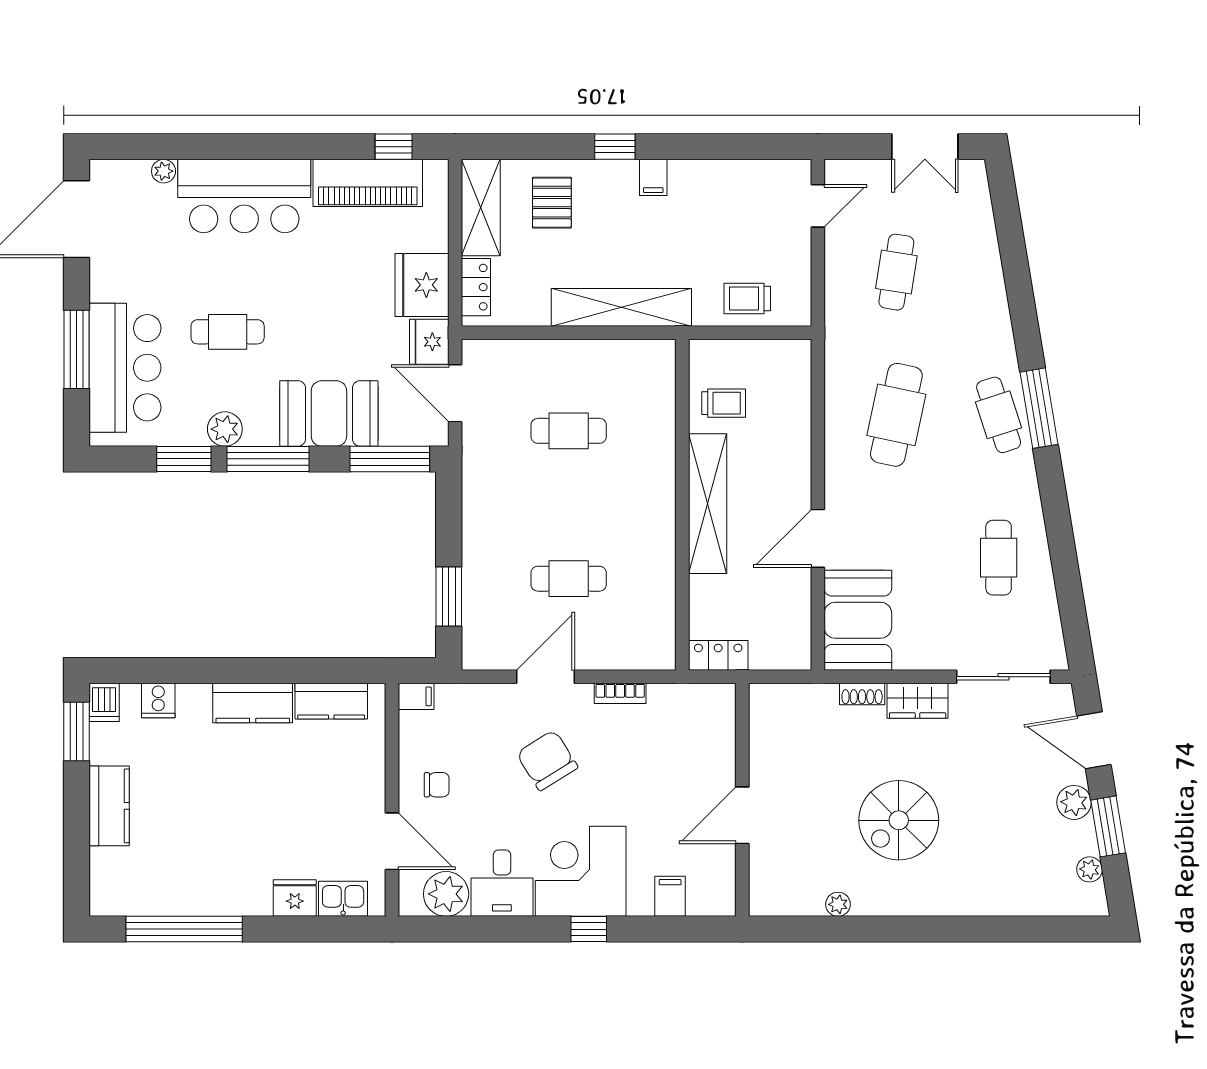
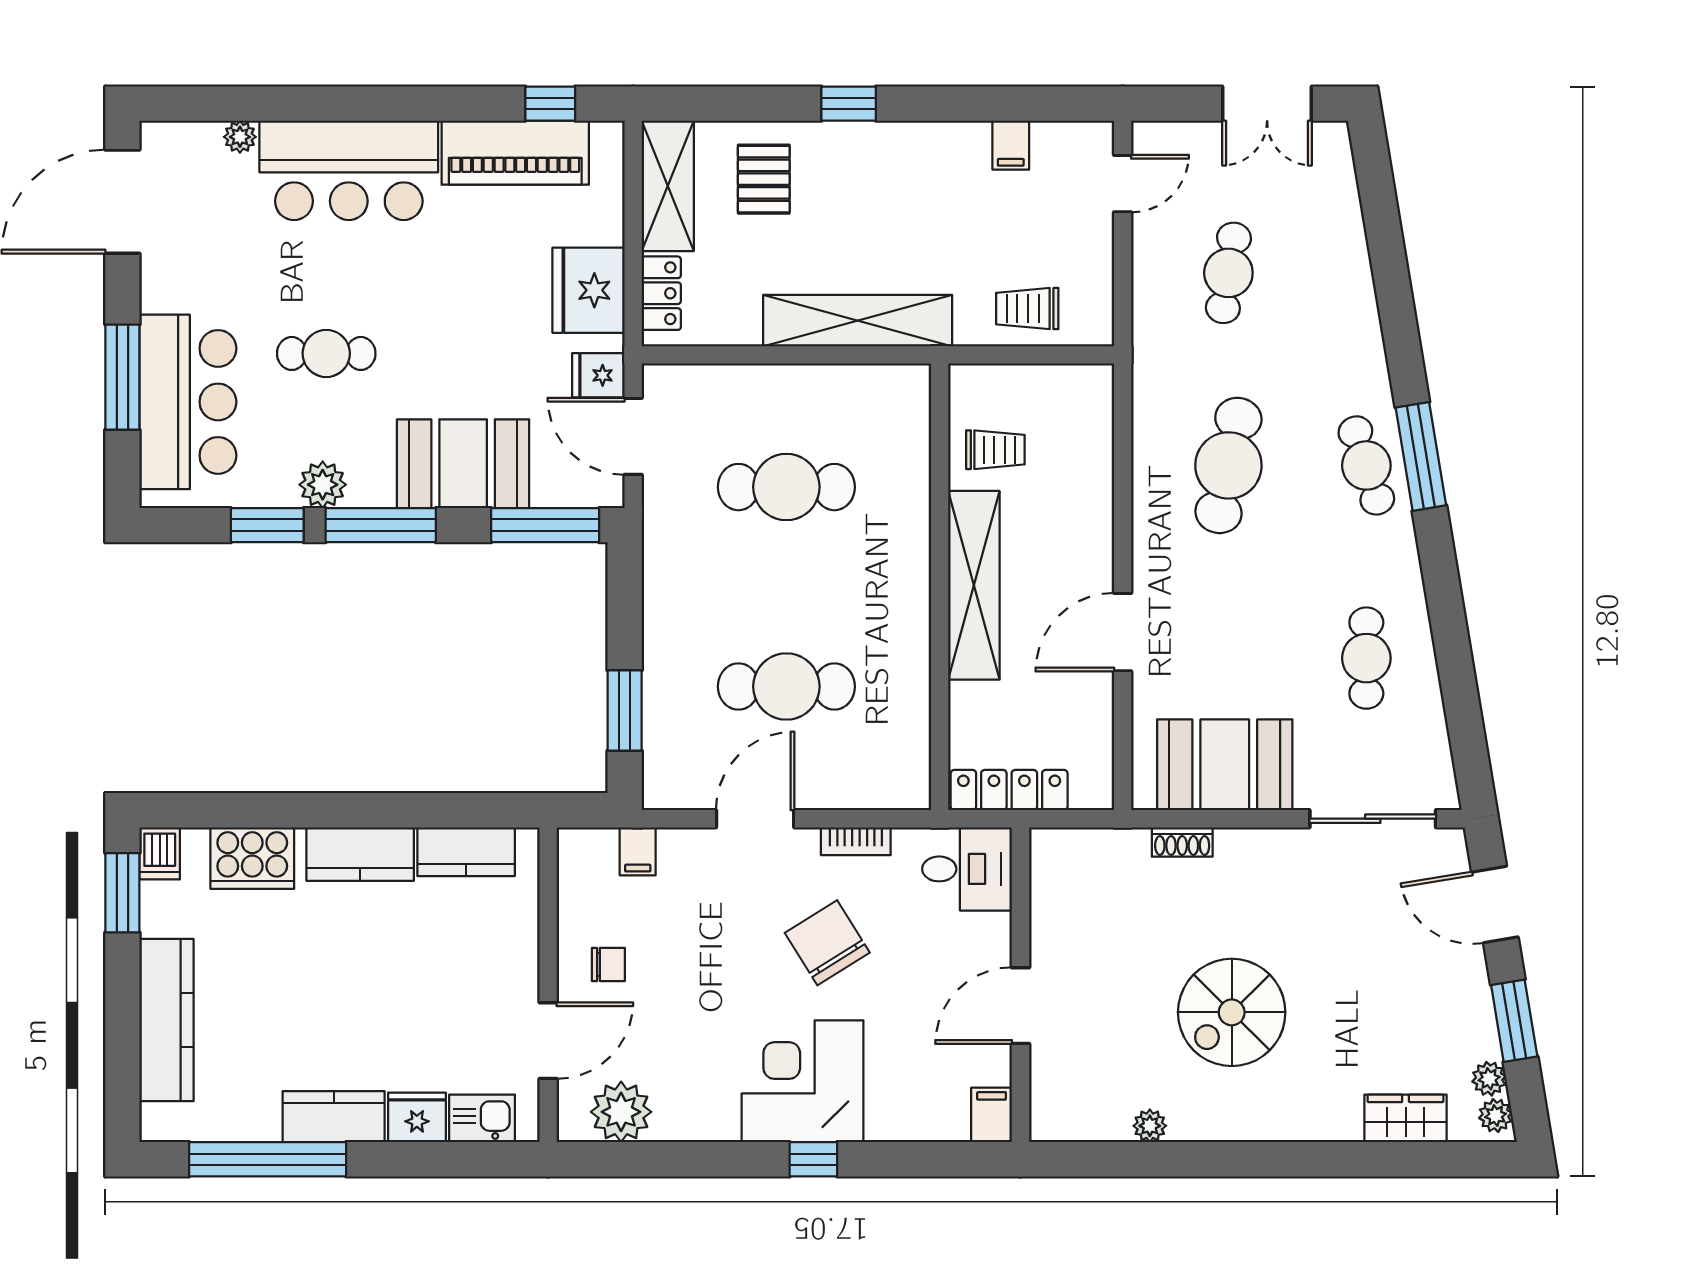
filing cabinet: (653, 177) -> (1011, 145), moved
fridge: (429, 342) -> (598, 375), width x0.72
cafe table: (569, 431) -> (786, 487), width x1.37, depth x1.35
cafe table: (569, 579) -> (786, 687), width x1.37, depth x1.35
booth: (858, 620) -> (1225, 765), moved, turned 90
locker: (718, 655) -> (1009, 790), width x1.53
filing cabinet: (416, 696) -> (638, 851), moved, turned 90
cooker: (158, 700) -> (252, 858), width x1.87, depth x1.31
wardrobe: (918, 701) -> (1406, 1118), moved, turned 180
chair: (547, 760) -> (827, 943), moved
plant: (1074, 802) -> (1496, 1115), moved, width x0.73, depth x0.73
kitchen counter: (109, 806) -> (167, 1020), width x1.50
door: (392, 841) -> (548, 1041), hinge flipped
desk: (502, 883) -> (967, 869), moved, turned -90
filing cabinet: (670, 896) -> (992, 1115), moved
kitchen counter: (233, 898) -> (334, 1117), added

